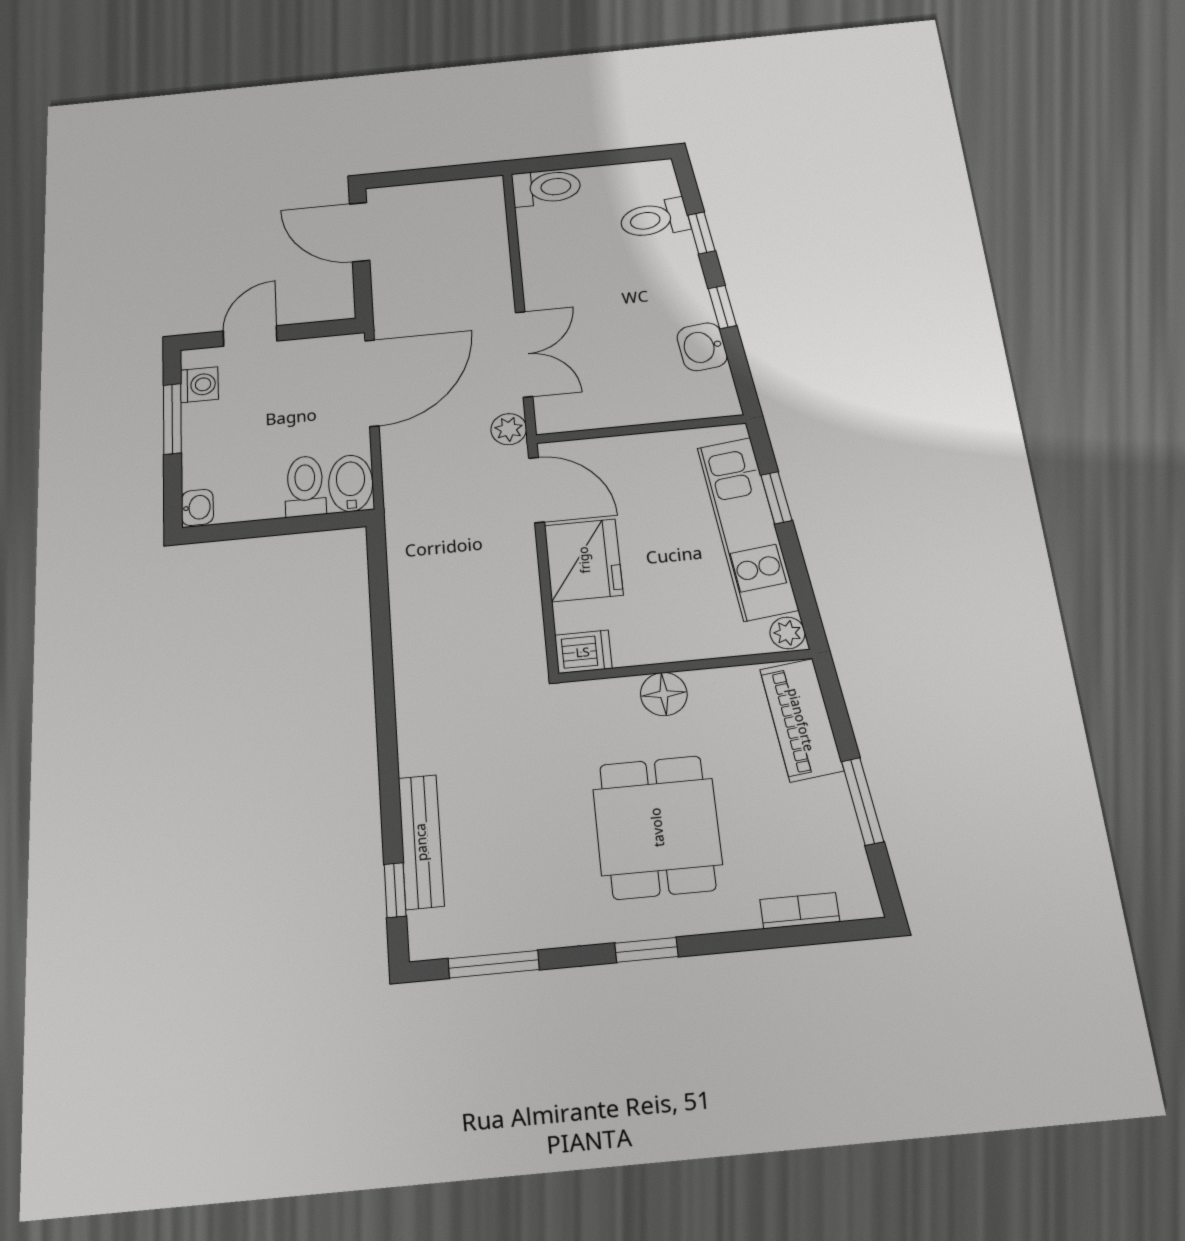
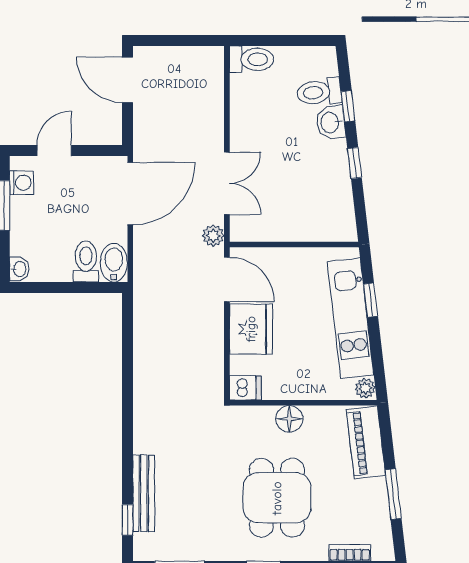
washbasin: (702, 347) -> (331, 122), moved

